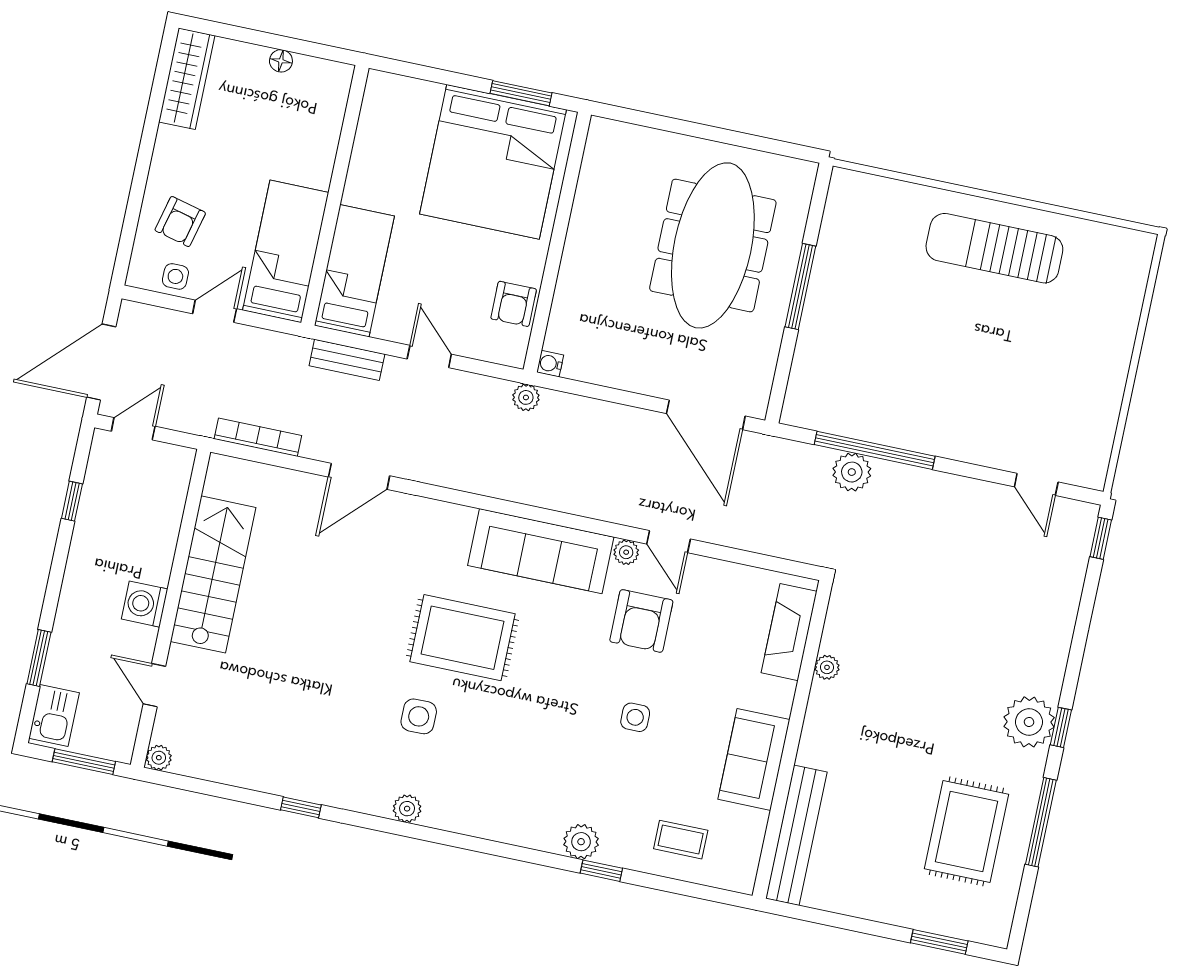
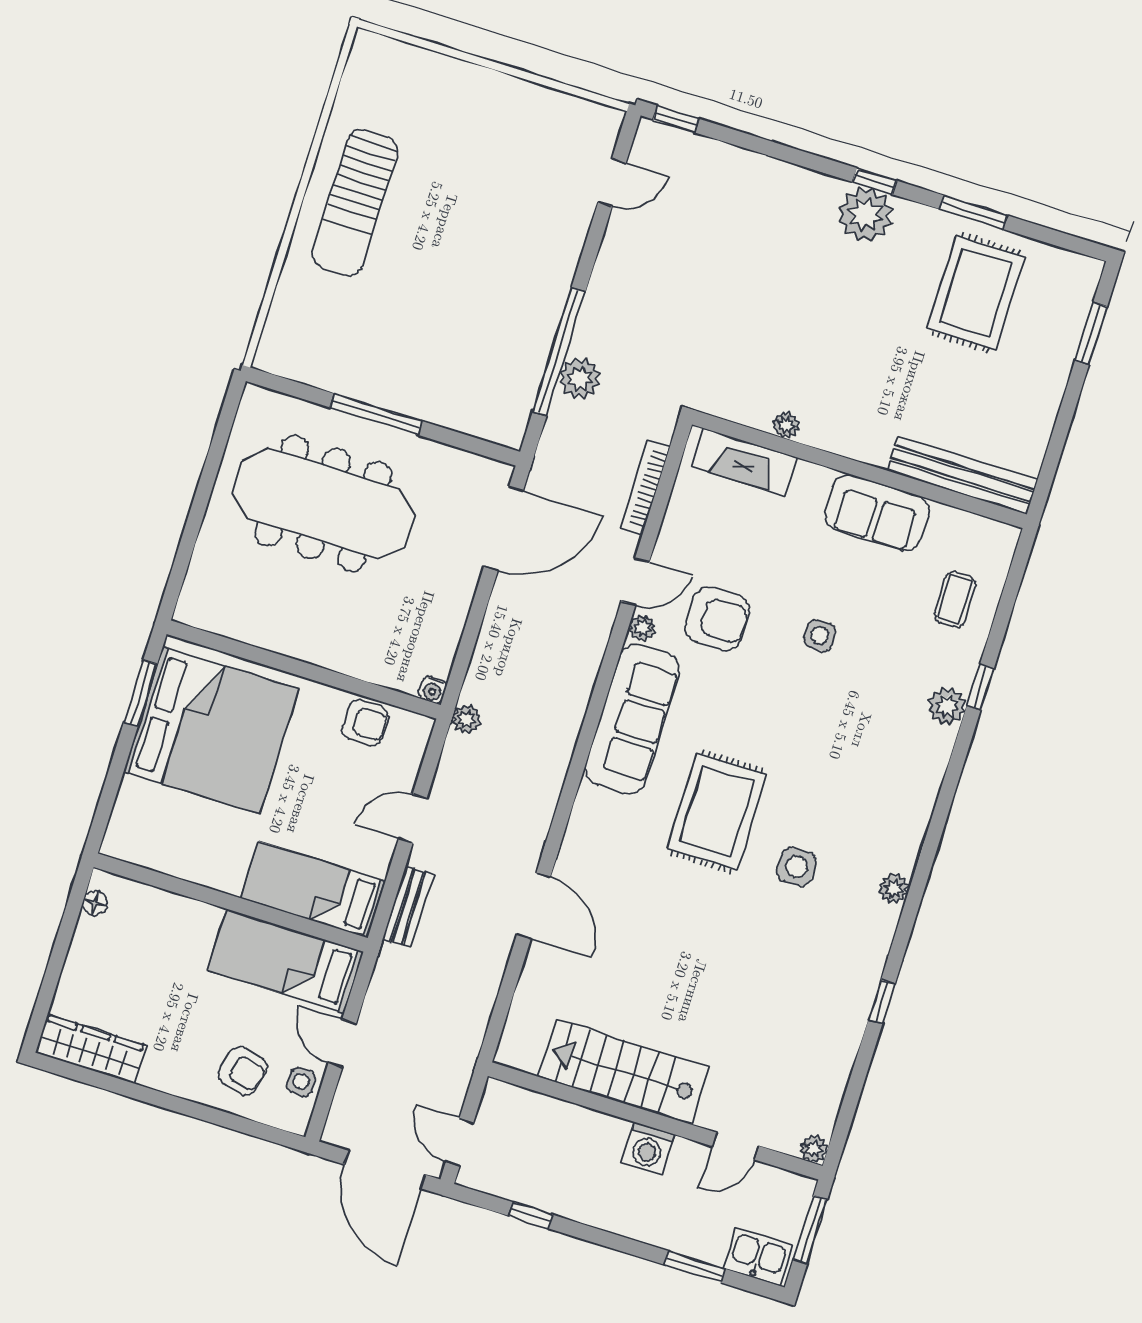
floor lamp: (281, 61) -> (95, 903), moved
bookcase: (258, 437) -> (645, 487), moved
window: (1041, 822) -> (974, 212), width x0.69
rug: (966, 831) -> (976, 293), turned 90

